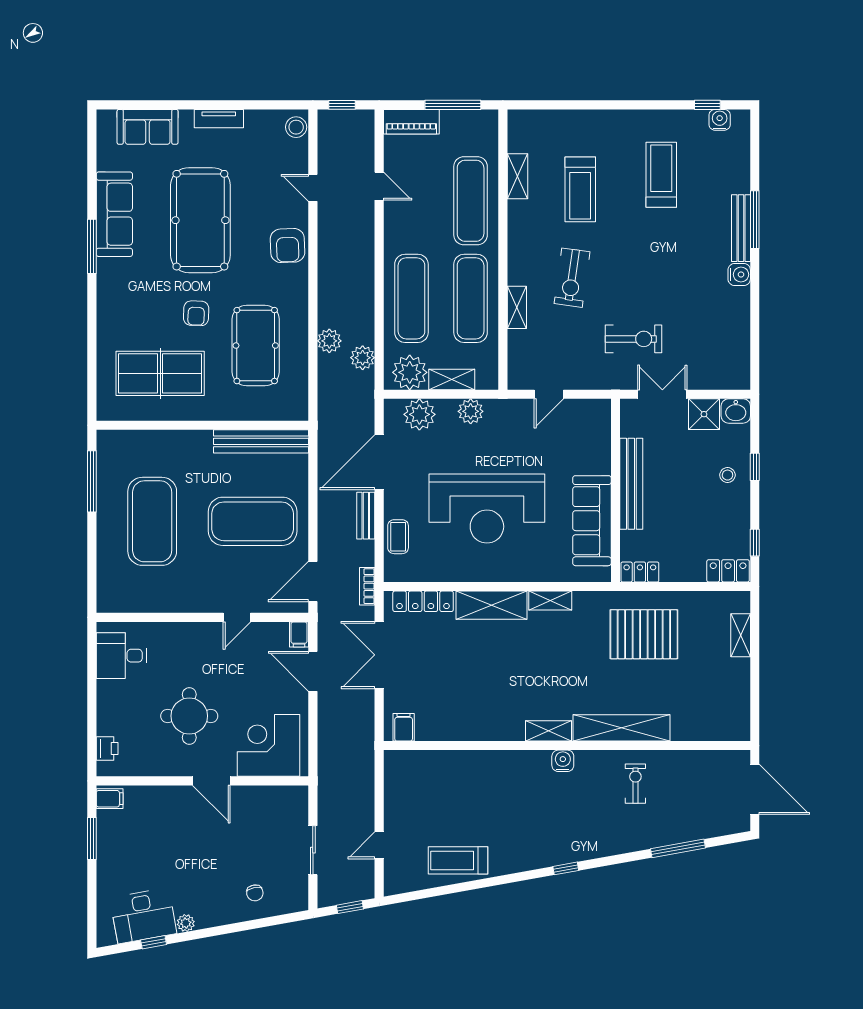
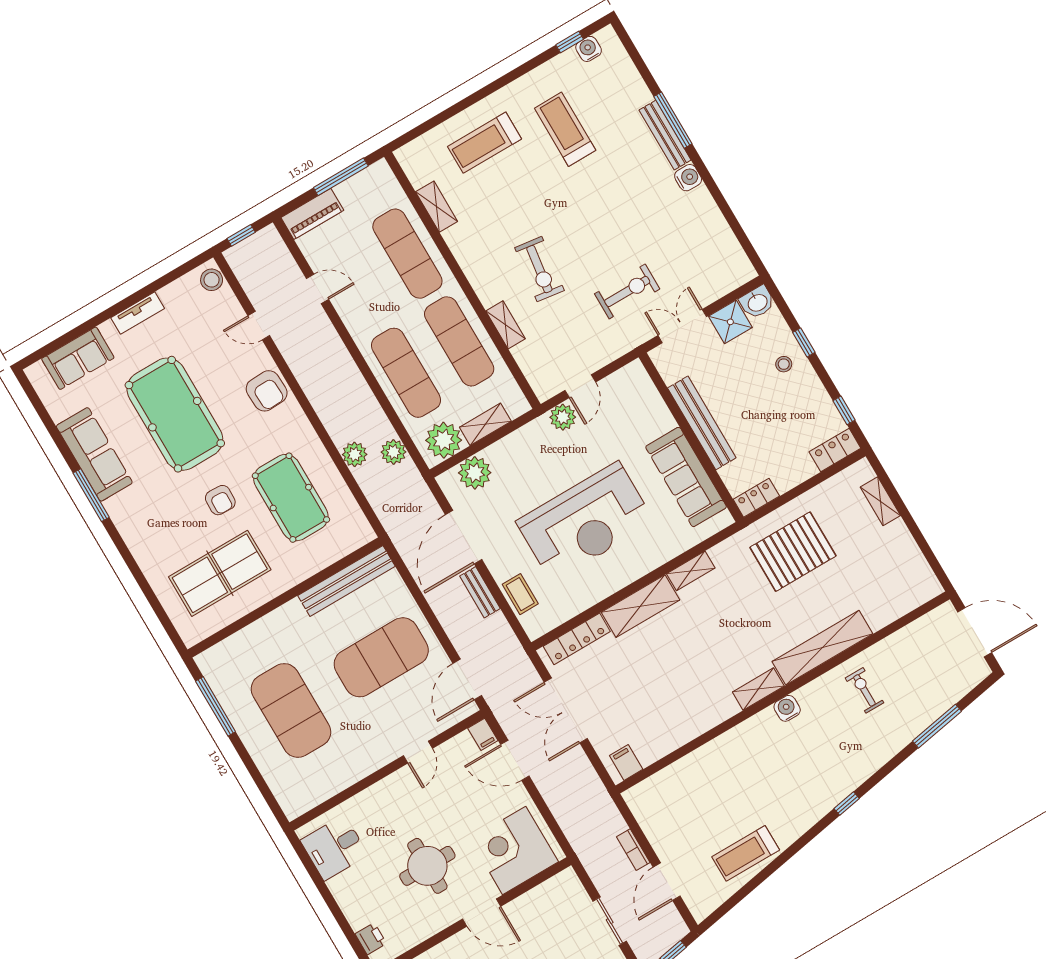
treadmill: (580, 189) -> (484, 143), moved, turned 90
plant: (471, 411) -> (563, 417), moved
bookcase: (367, 586) -> (633, 850), moved
door: (379, 845) -> (667, 882), width x1.38

